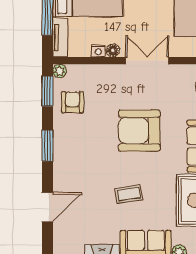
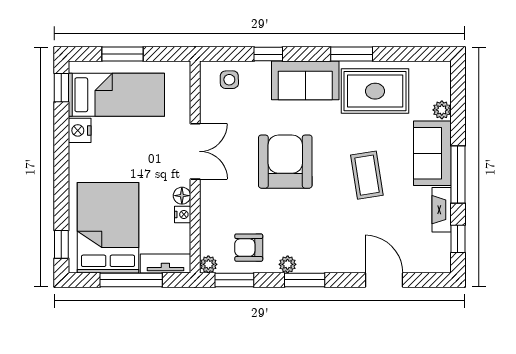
double door: (147, 61) -> (195, 151), swing flipped
armchair: (139, 131) -> (285, 162), turned 180
plant: (60, 132) -> (288, 264), added
coffee table: (129, 194) -> (367, 175), width x1.36, depth x1.30

